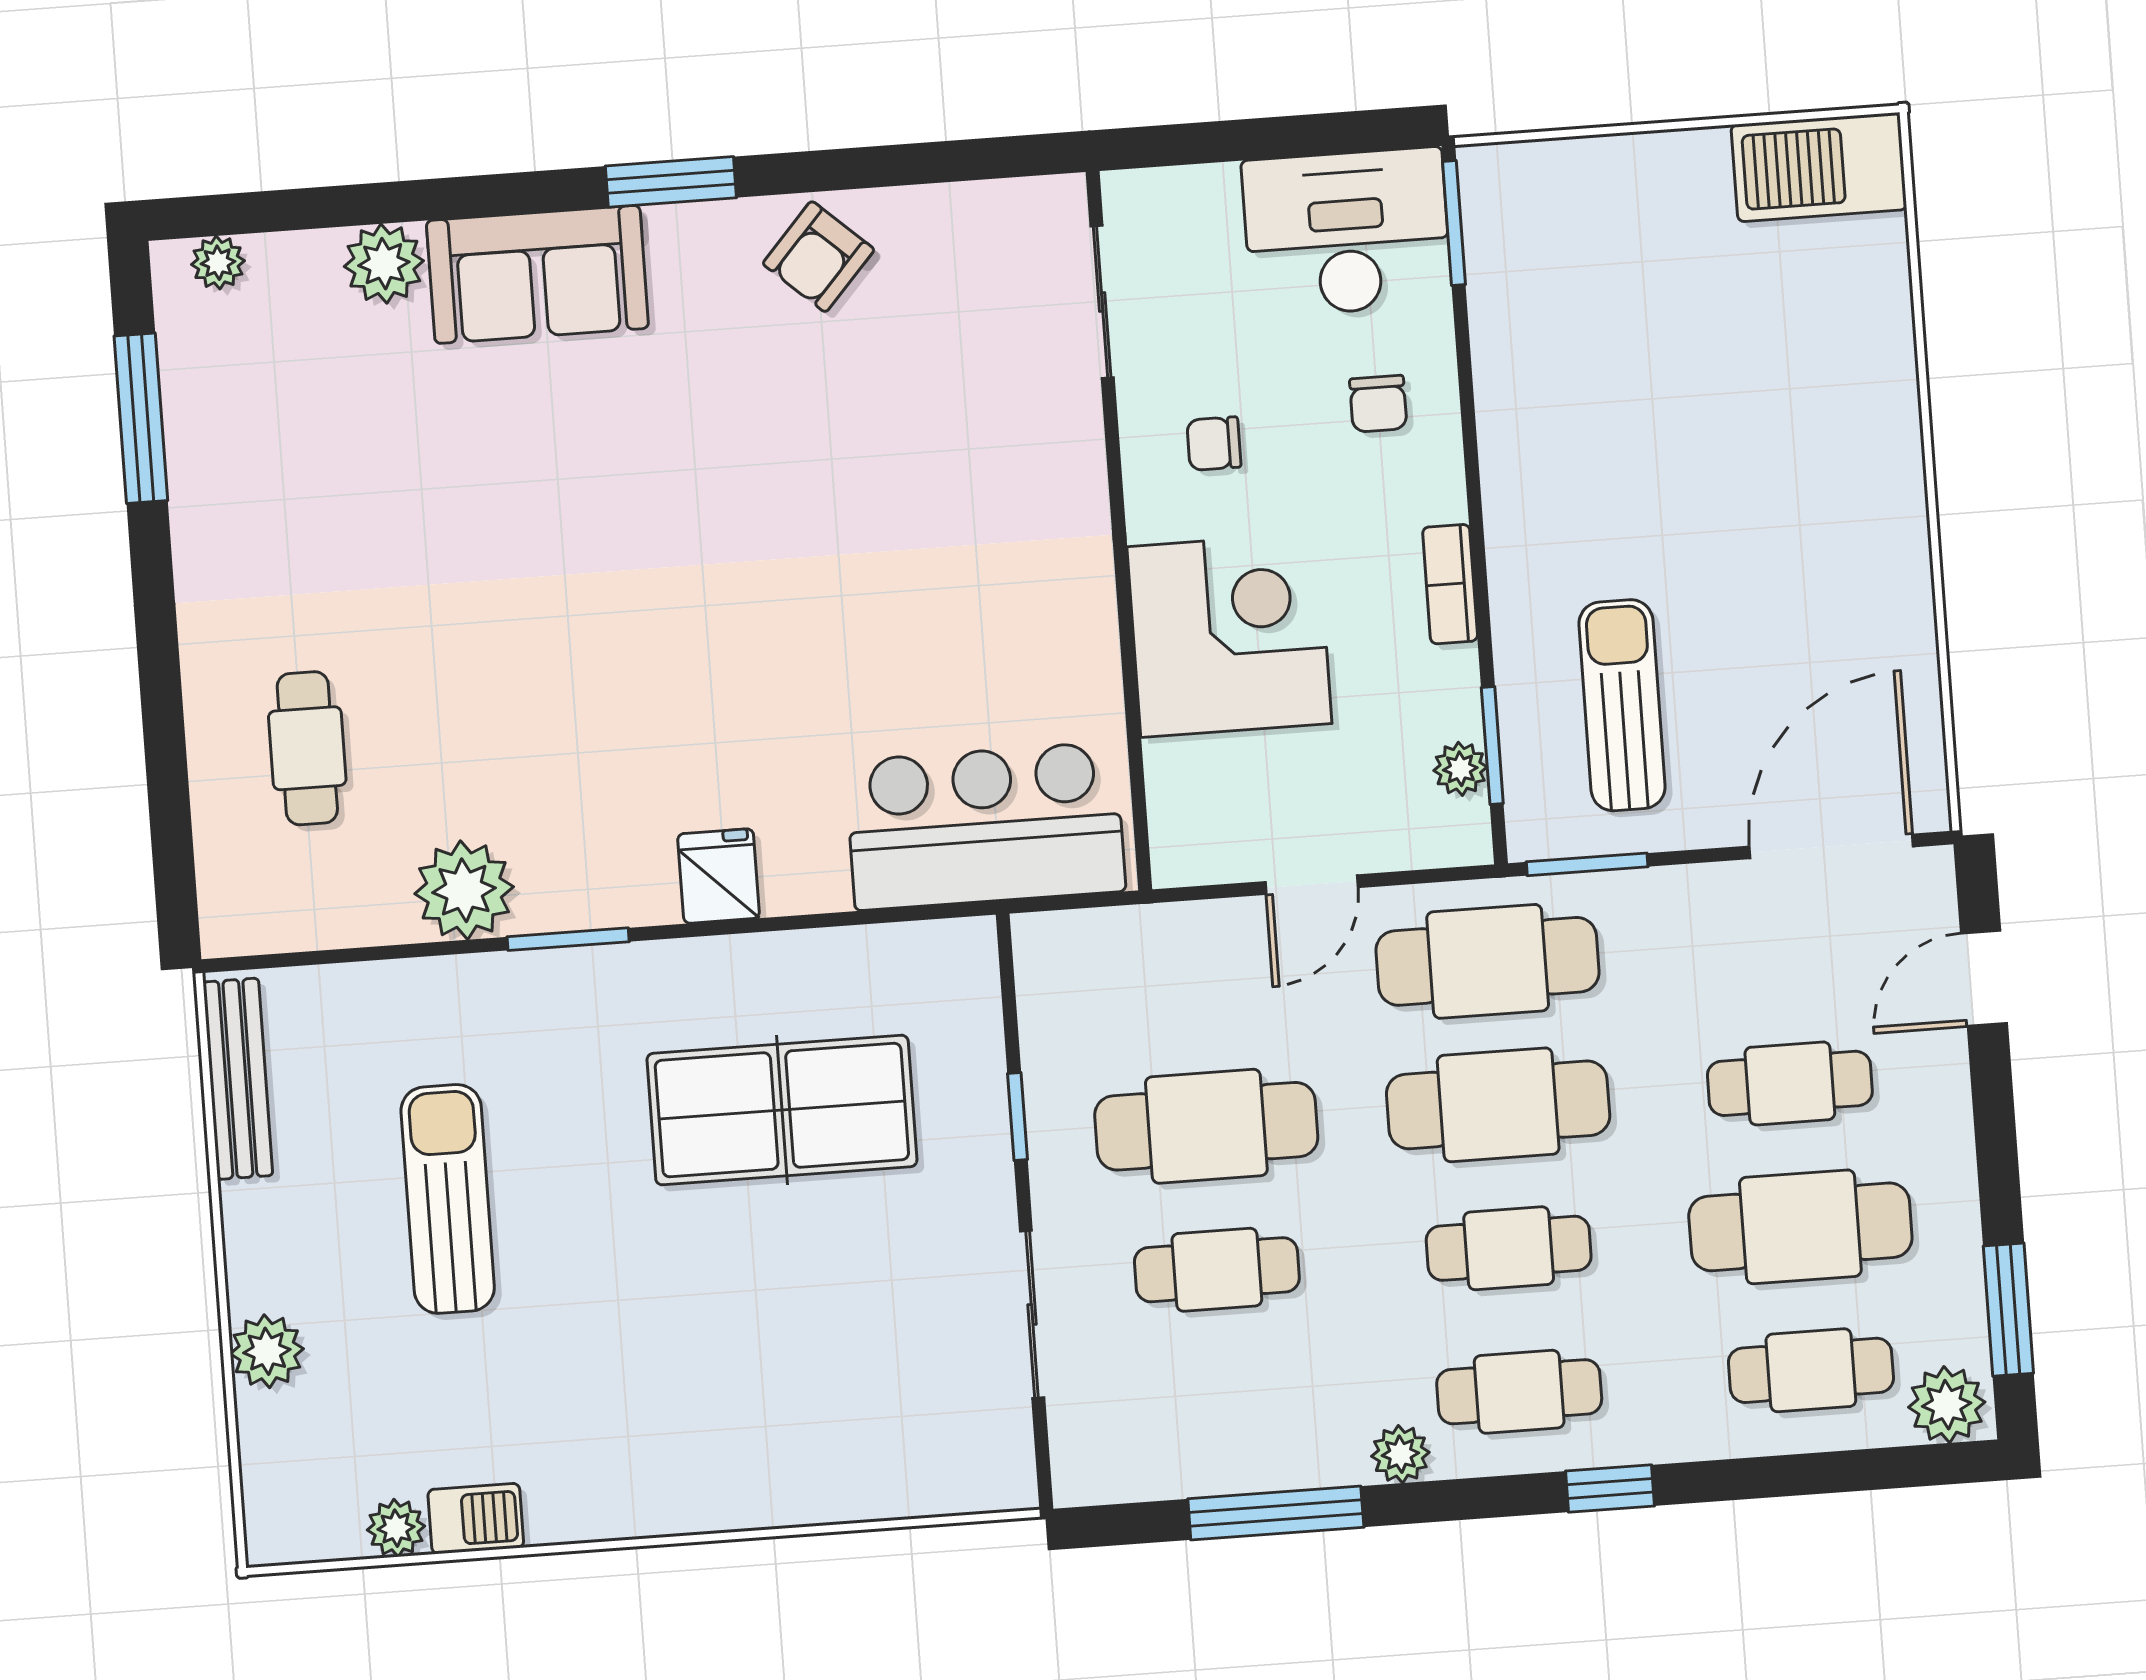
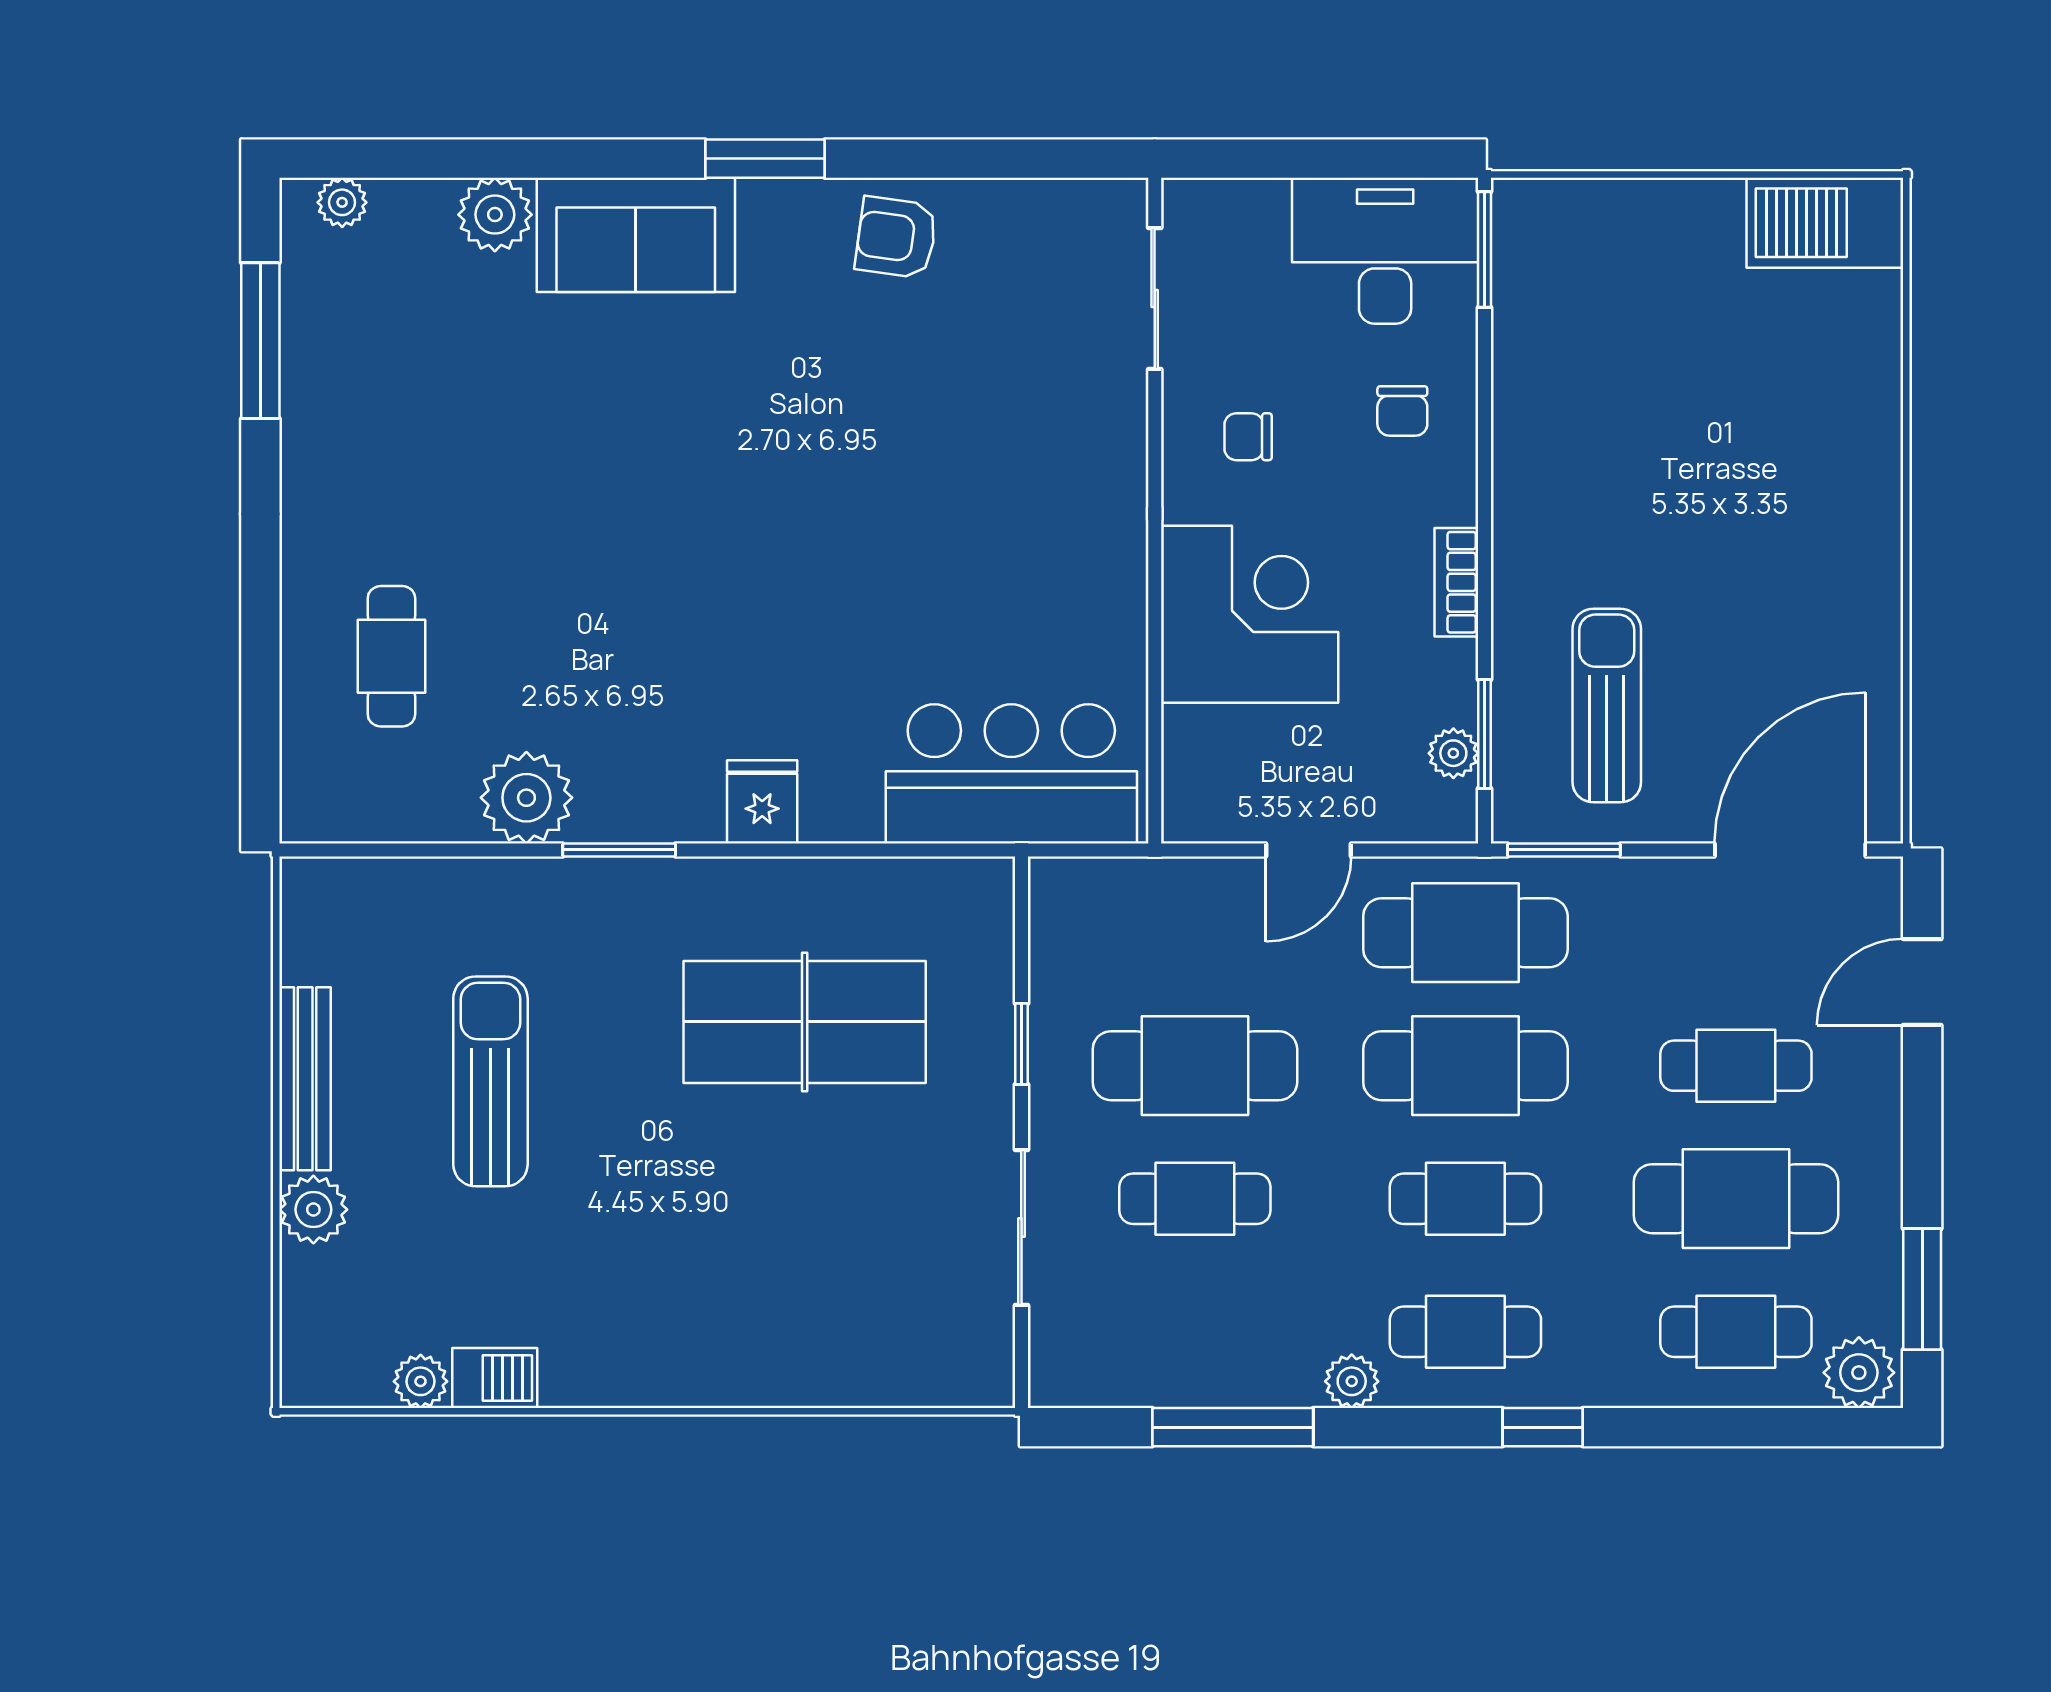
armchair: (819, 257) -> (896, 237), turned 56
bench: (238, 1079) -> (305, 1079), moved

